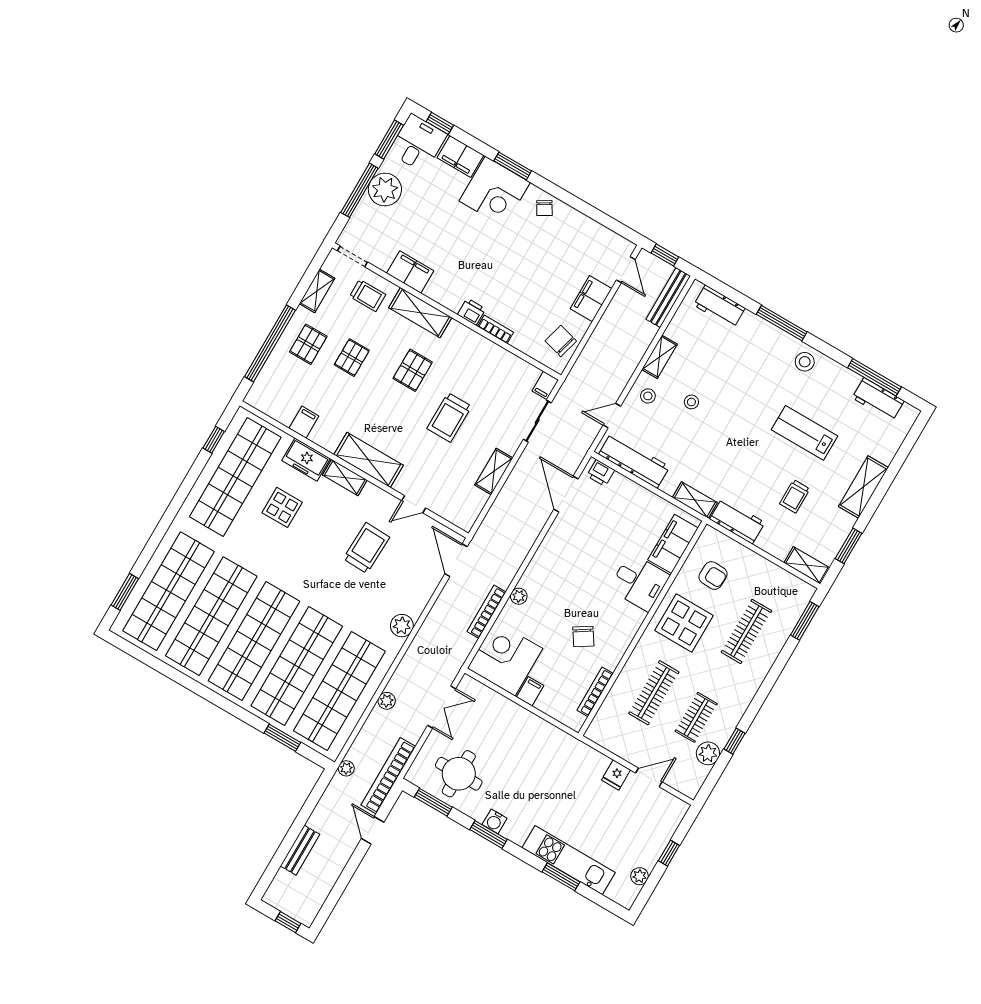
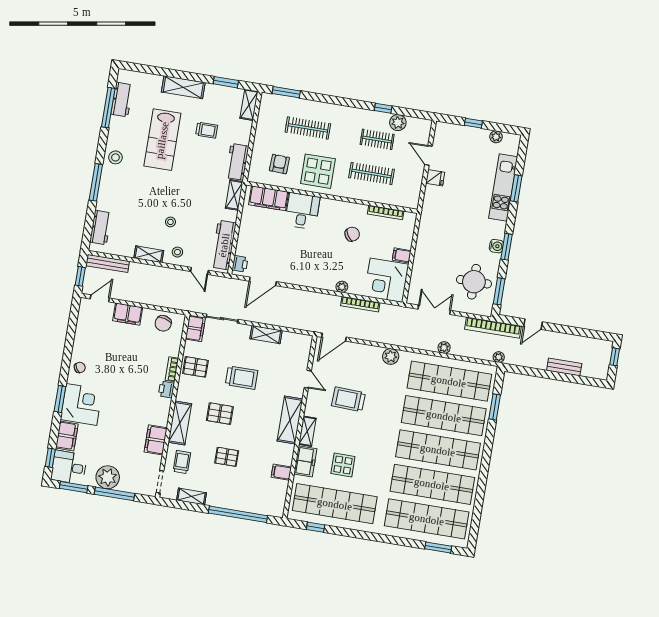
pallet: (308, 344) -> (195, 367), moved
filing cabinet: (545, 385) -> (195, 328), width x2.00
lab bench: (805, 433) -> (162, 140), width x1.36, depth x1.39

